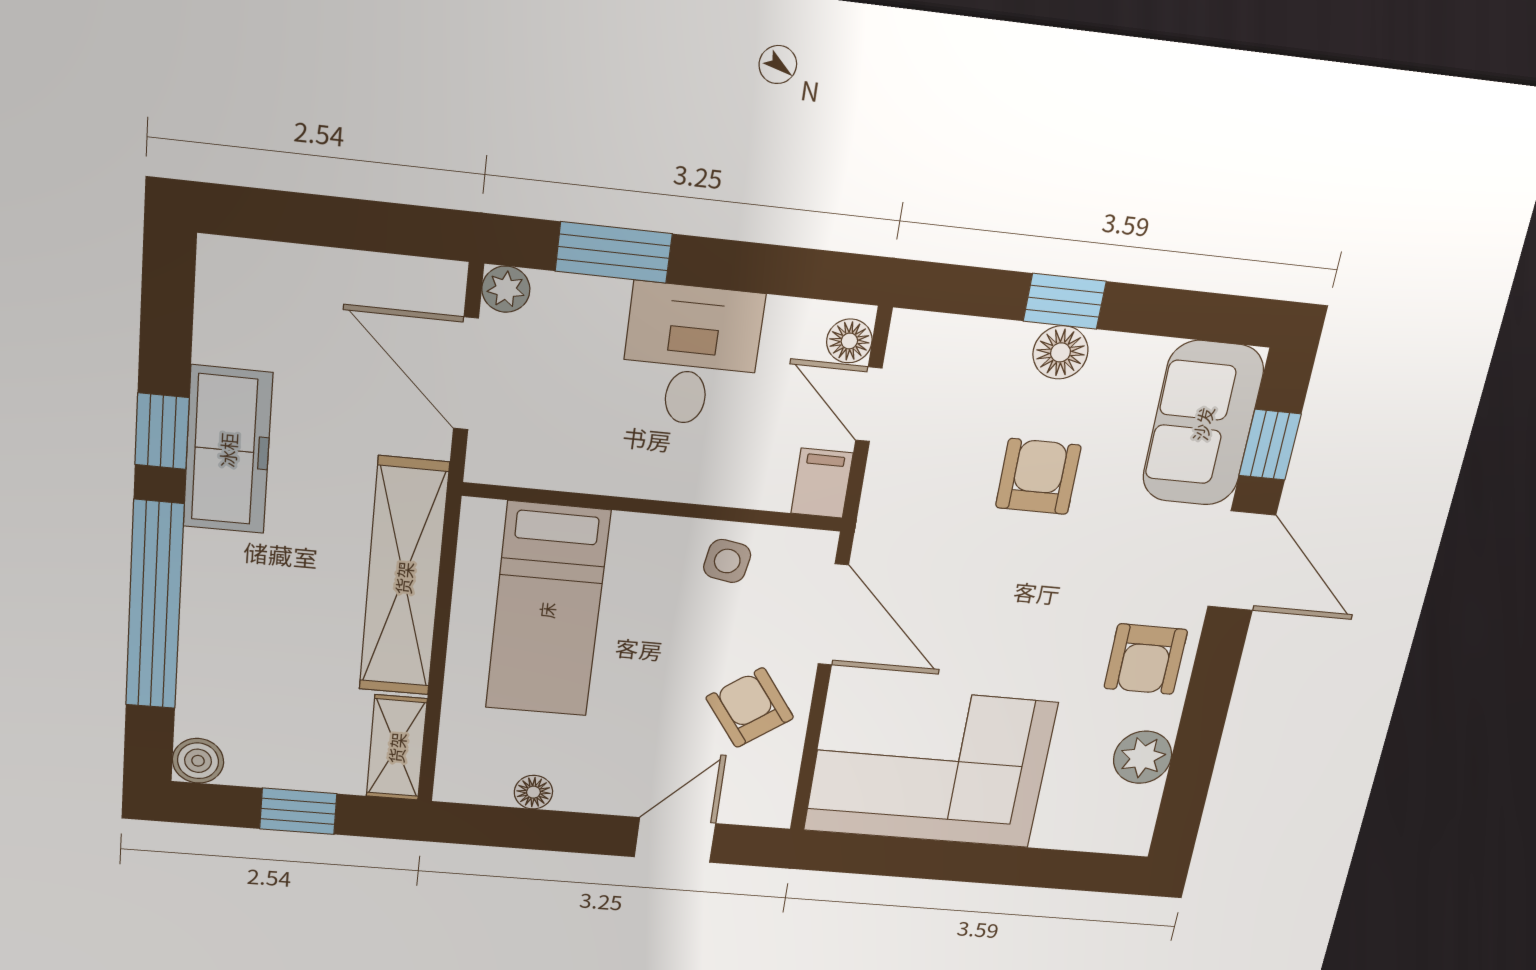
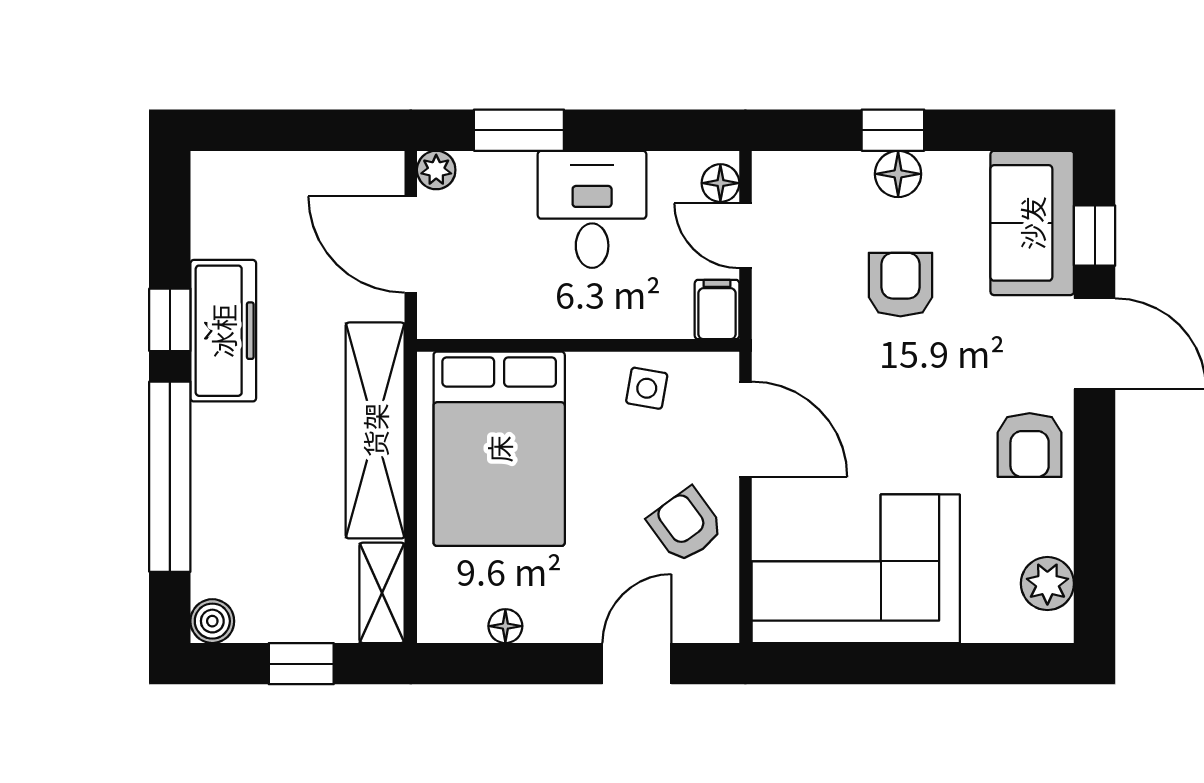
bed: (547, 610) -> (499, 449), width x1.50
plant: (1143, 757) -> (1047, 584), moved

